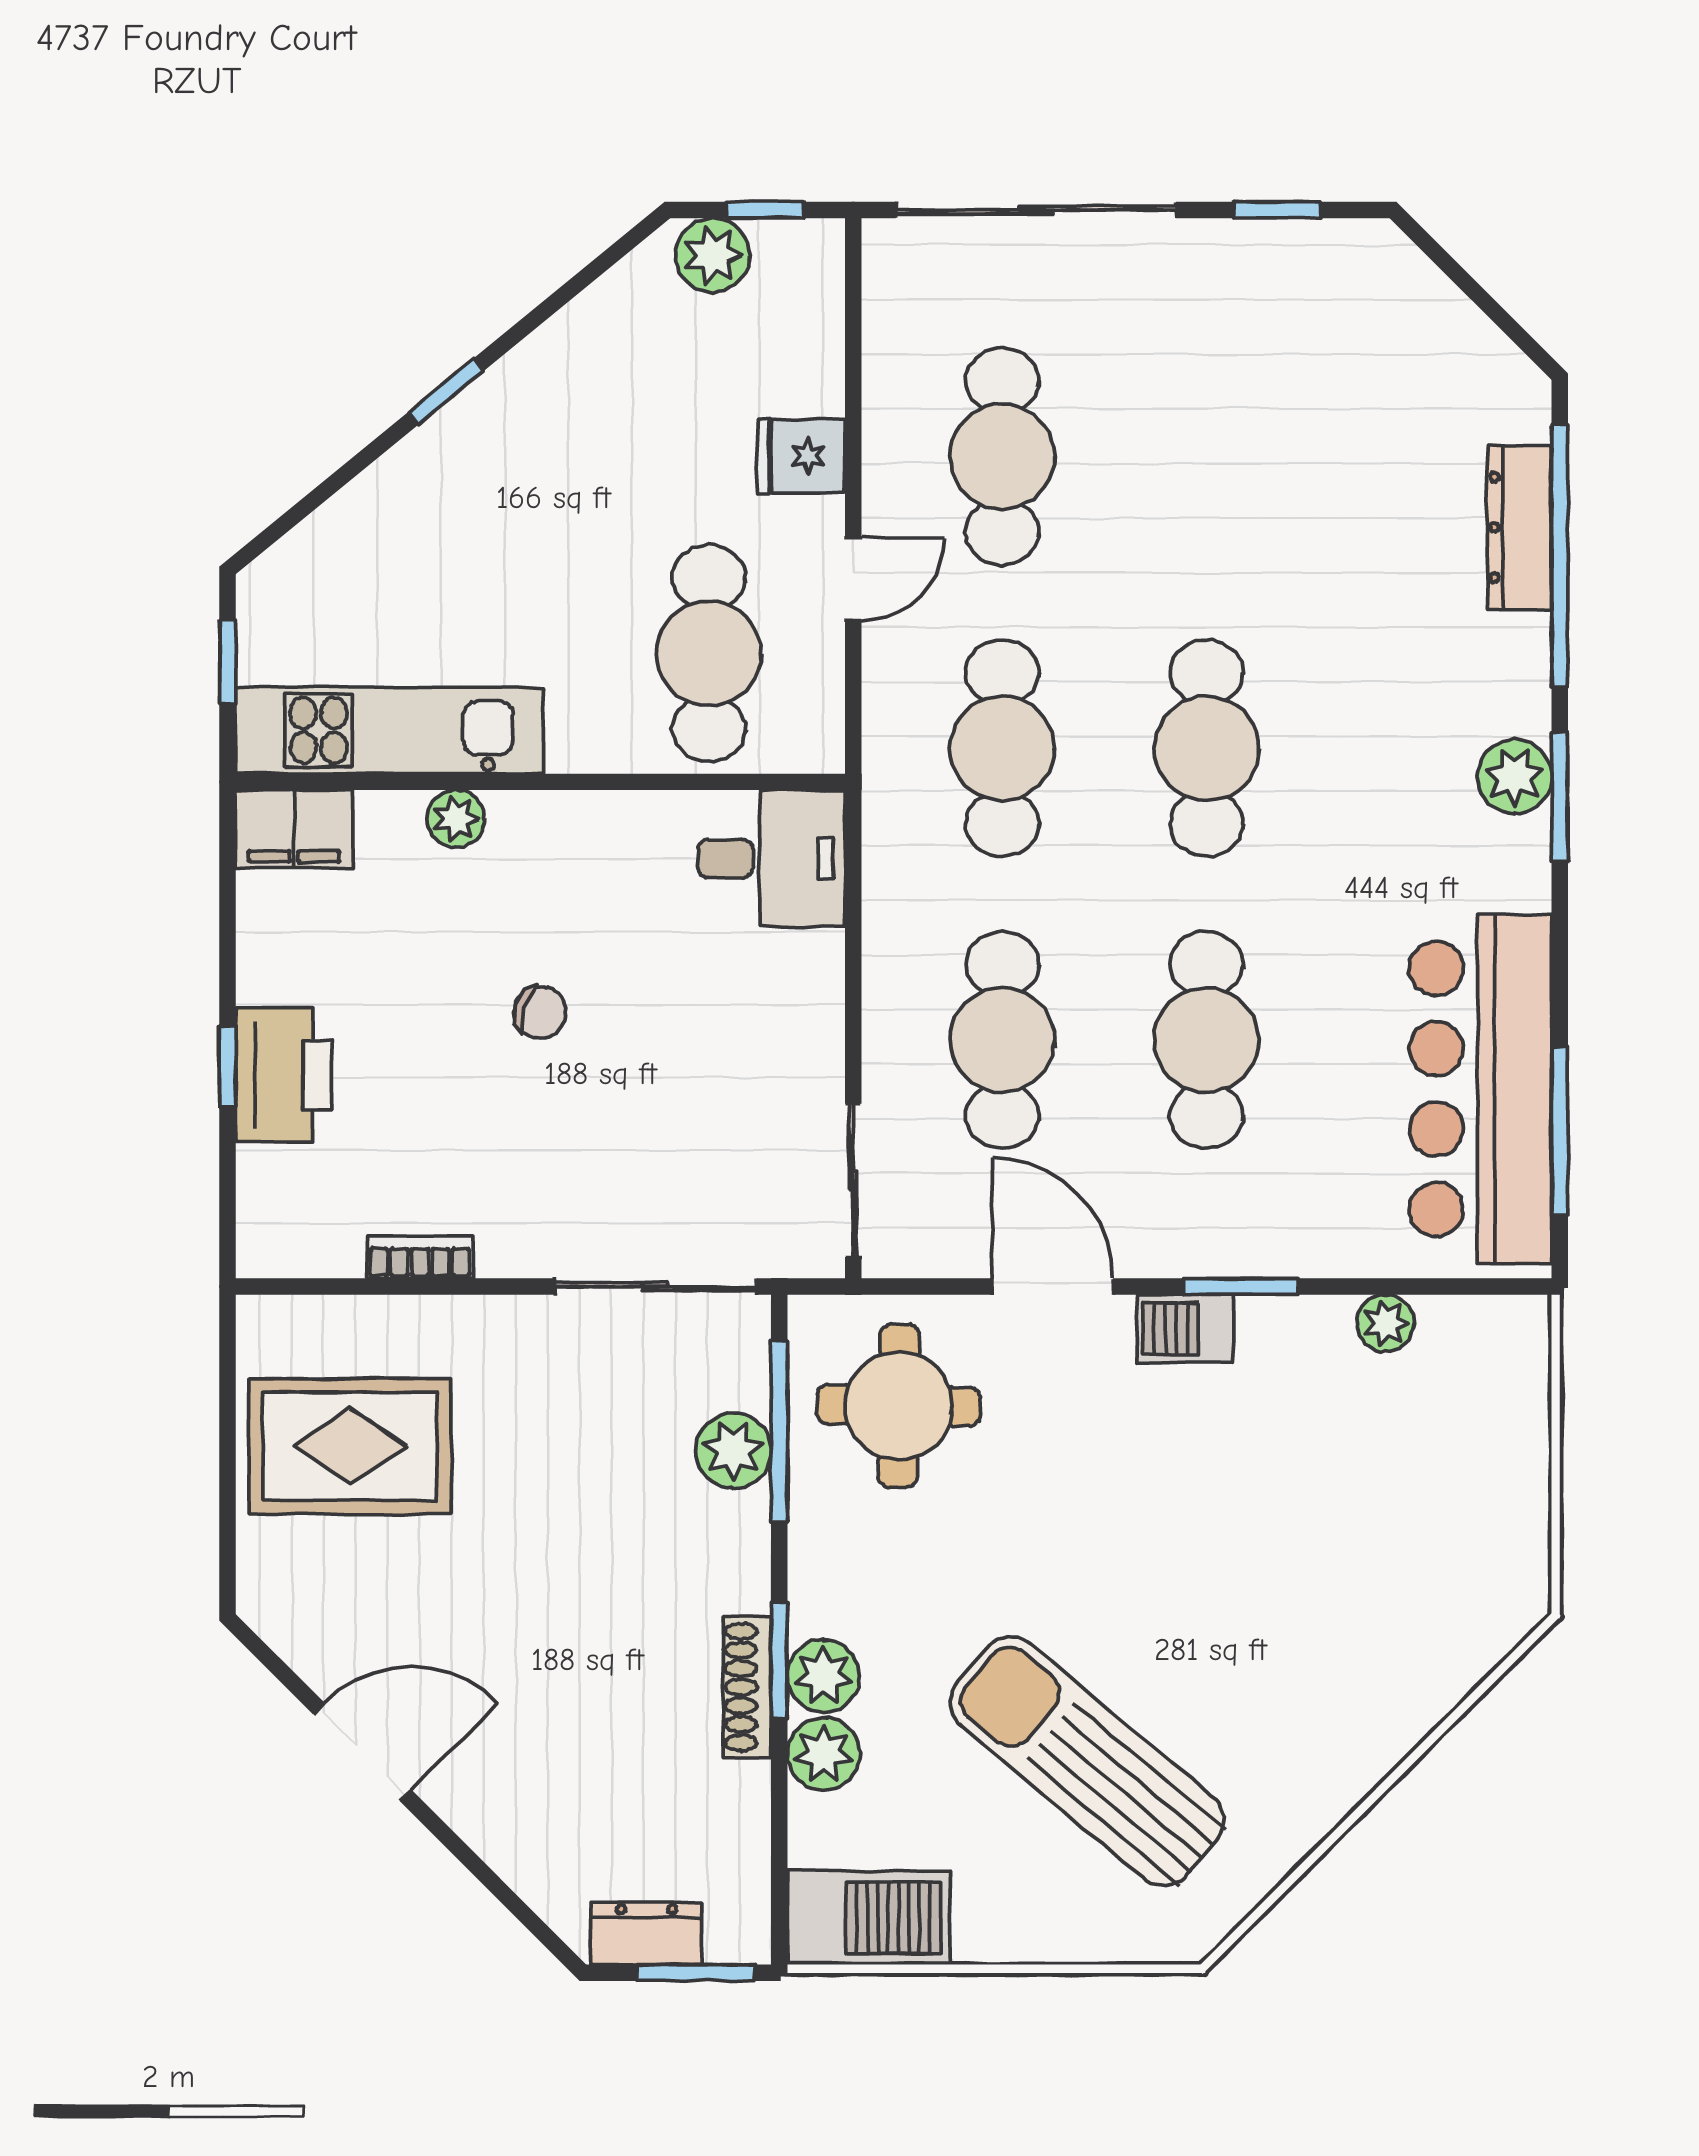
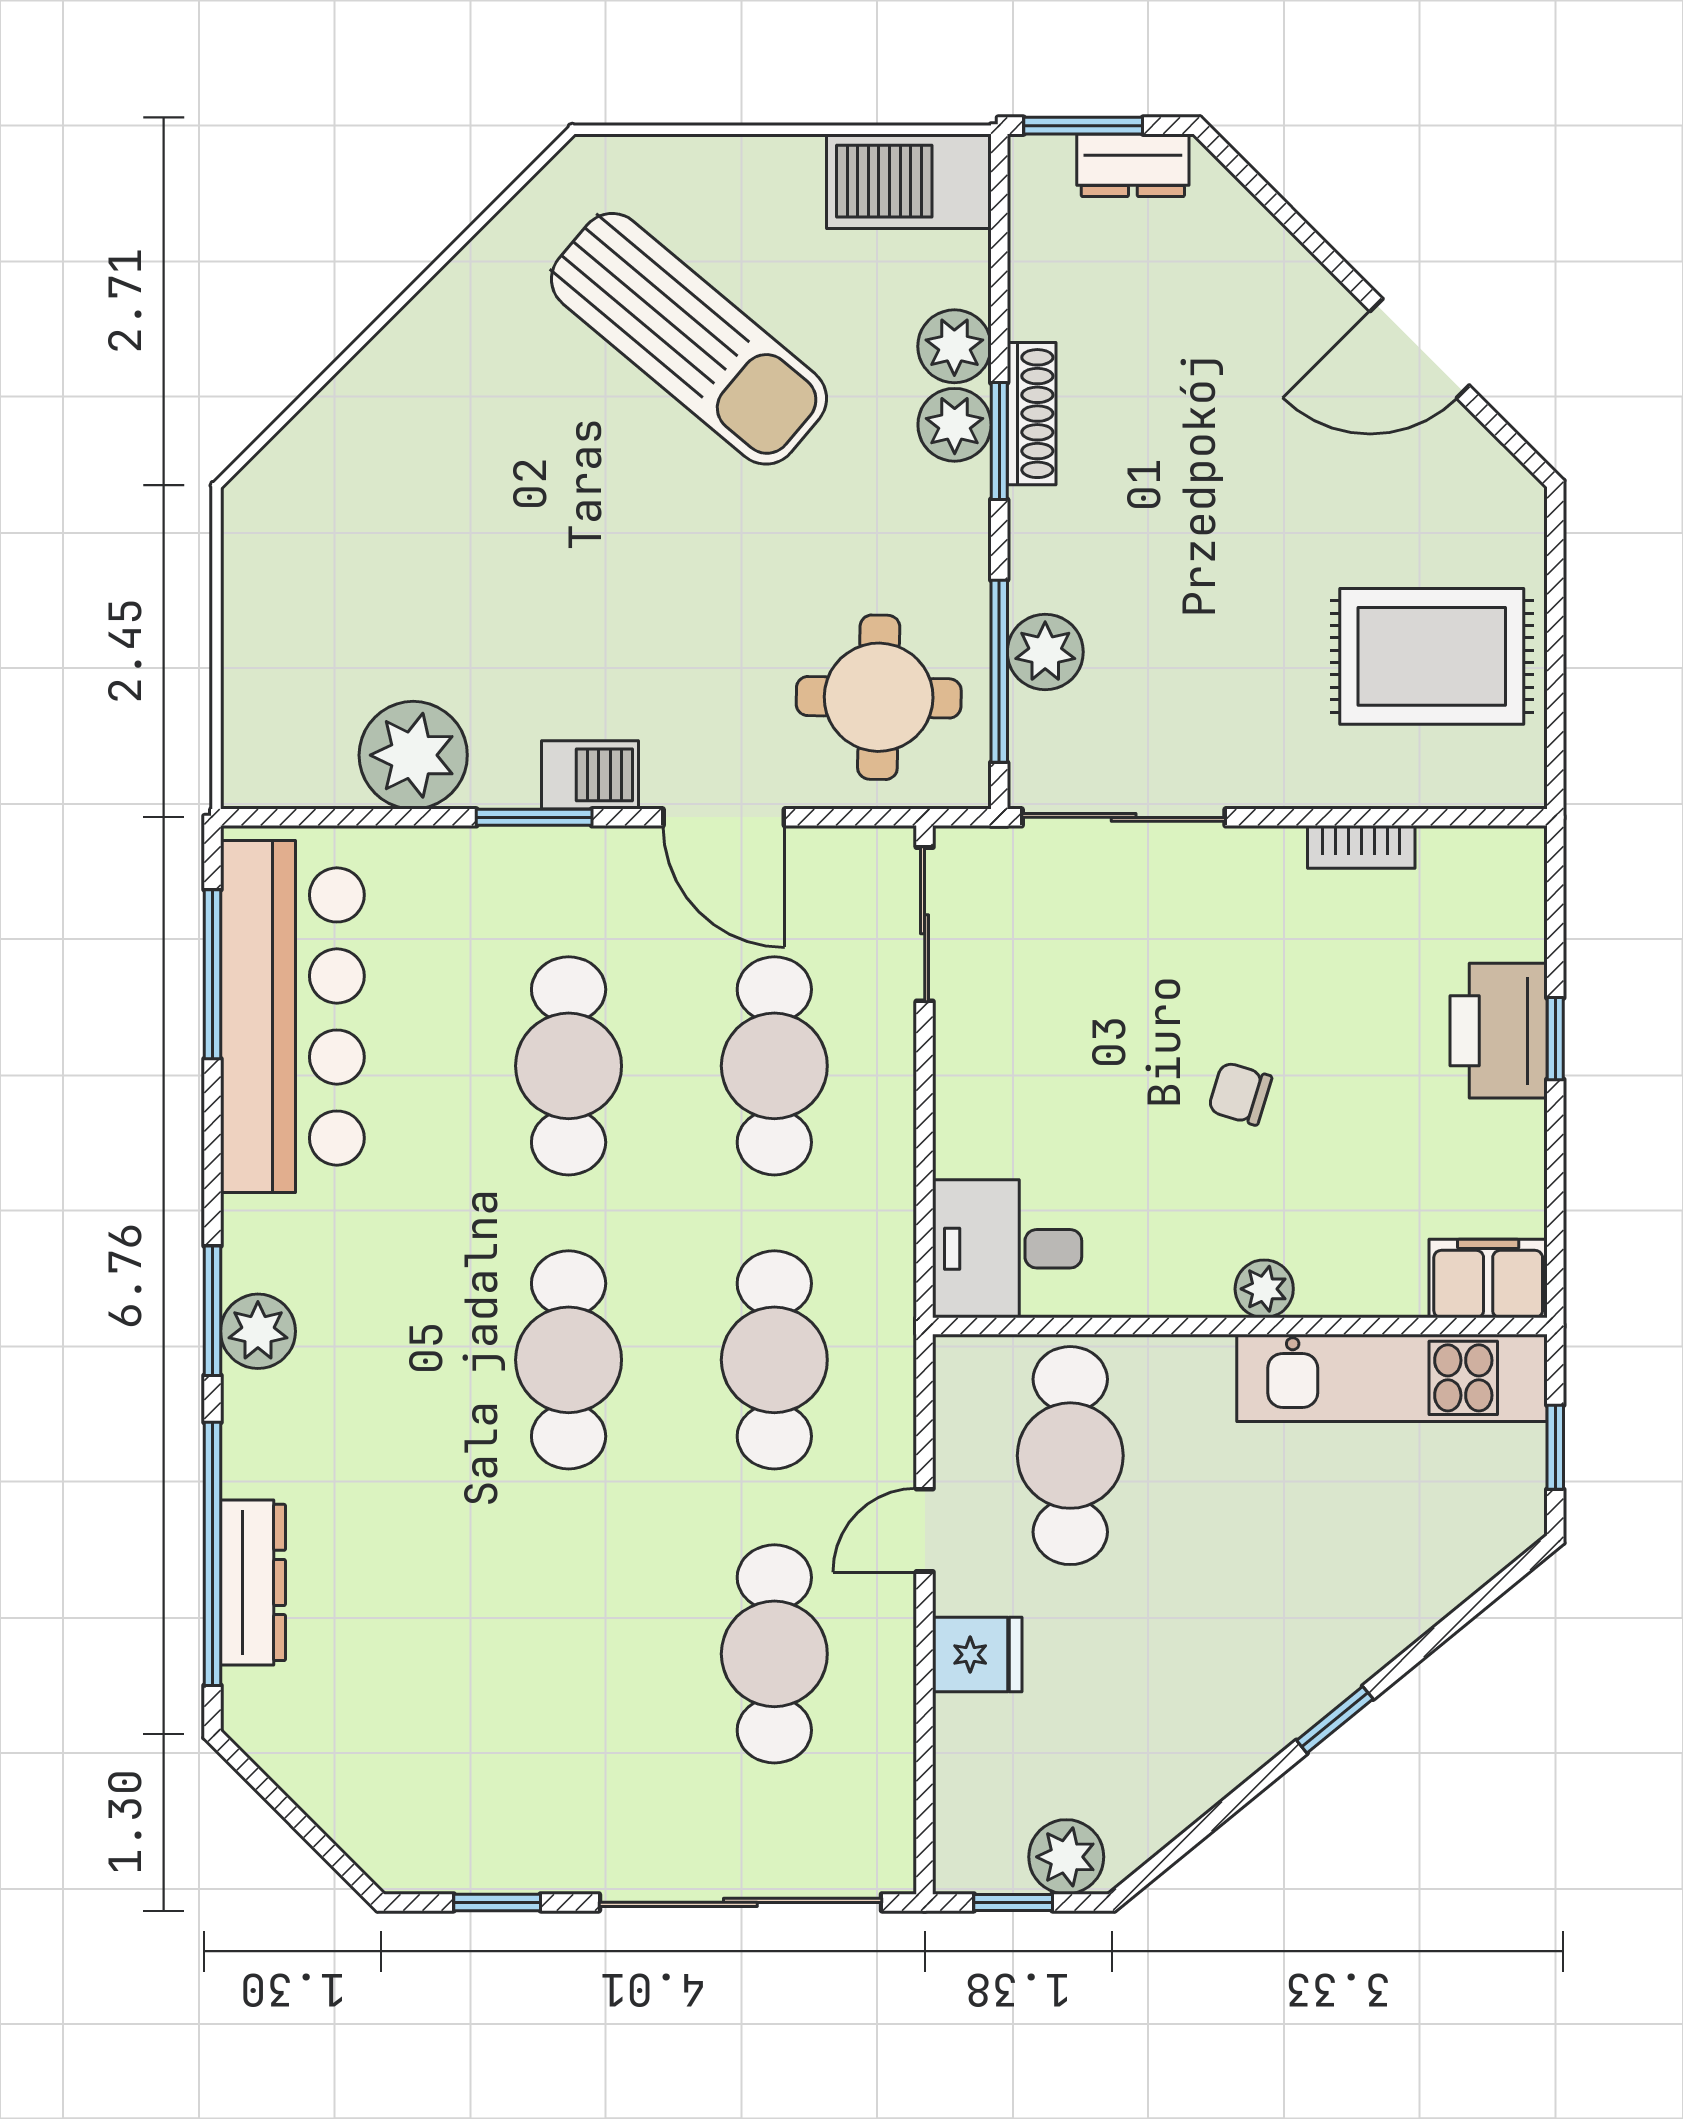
plant: (456, 819) -> (1264, 1289), moved
plant: (1386, 1323) -> (413, 755), width x1.87, depth x1.87

